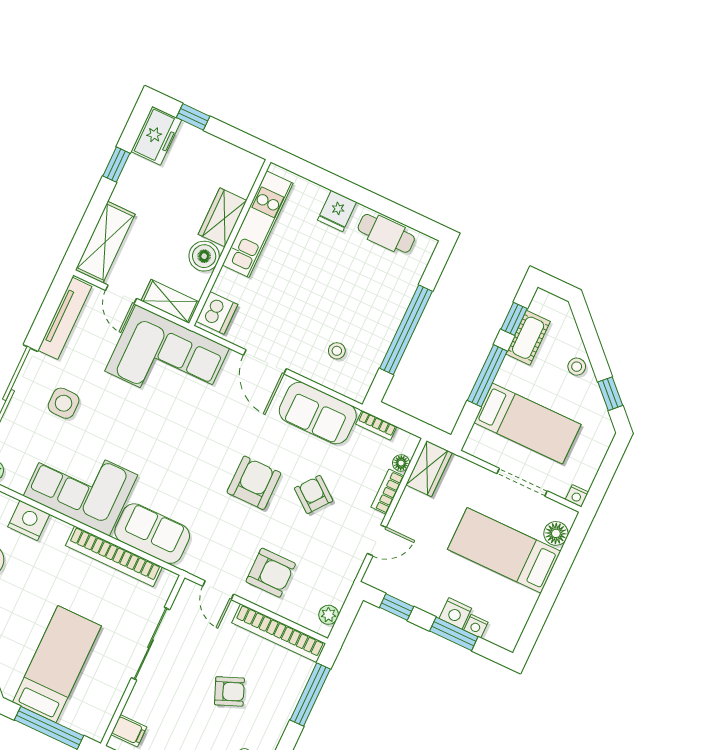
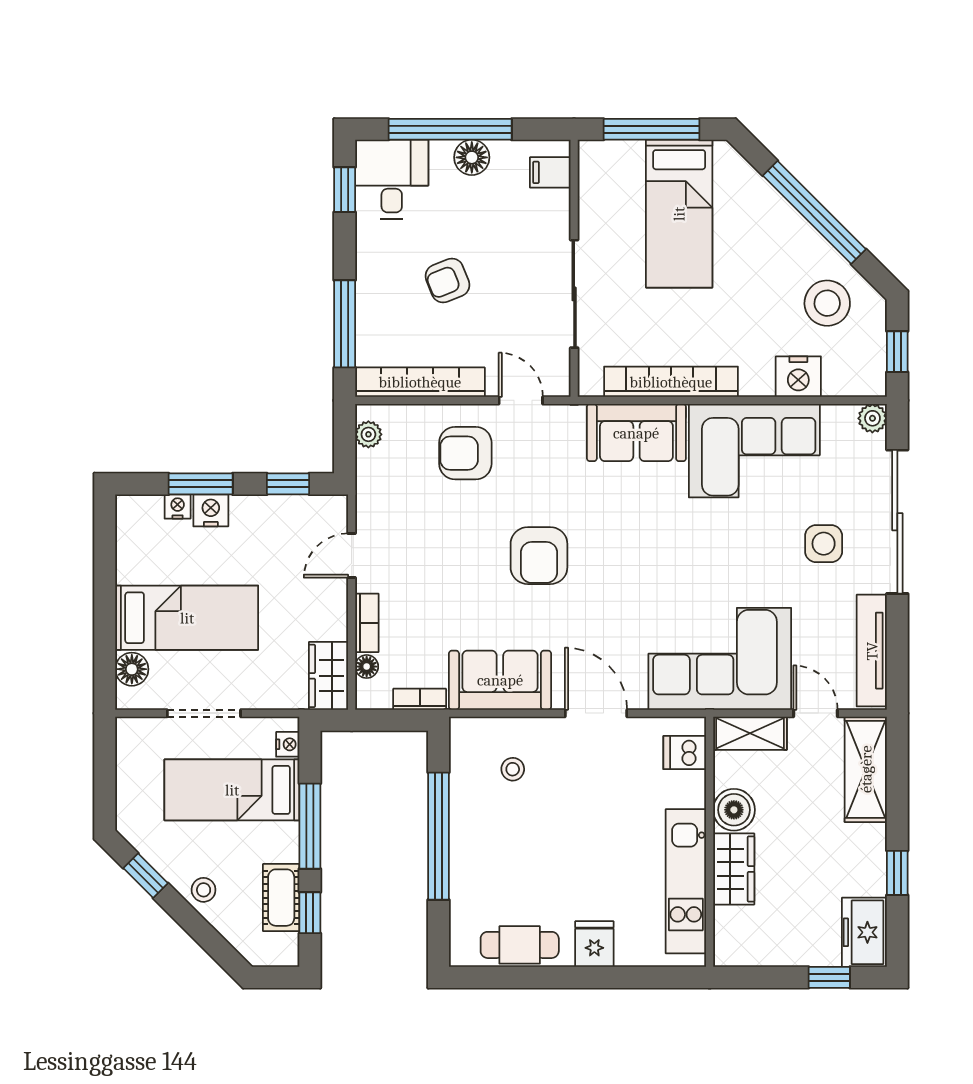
dishwasher: (217, 313) -> (685, 753), width x0.73
armchair: (314, 494) -> (458, 576), removed
nightstand: (577, 496) -> (288, 744), moved, turned 90

